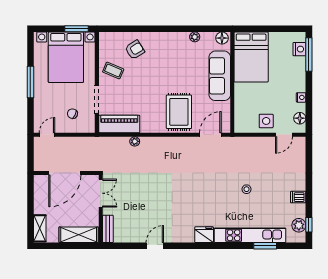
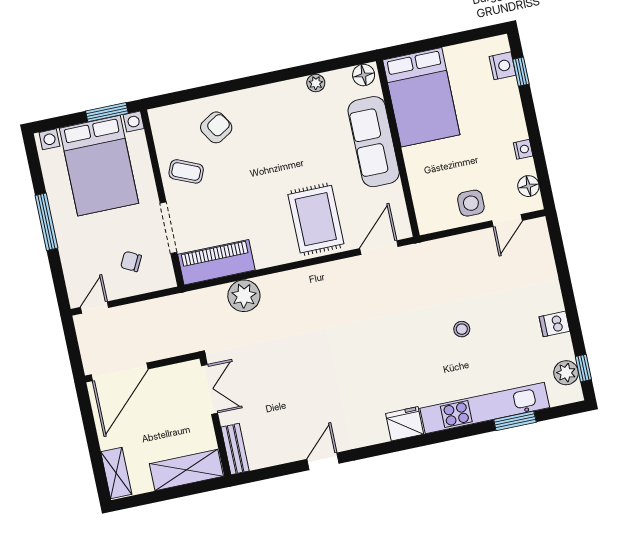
window: (309, 54) -> (521, 72), width x0.46
plant: (135, 141) -> (244, 296), width x1.87, depth x1.87
door: (65, 173) -> (120, 372), moved

